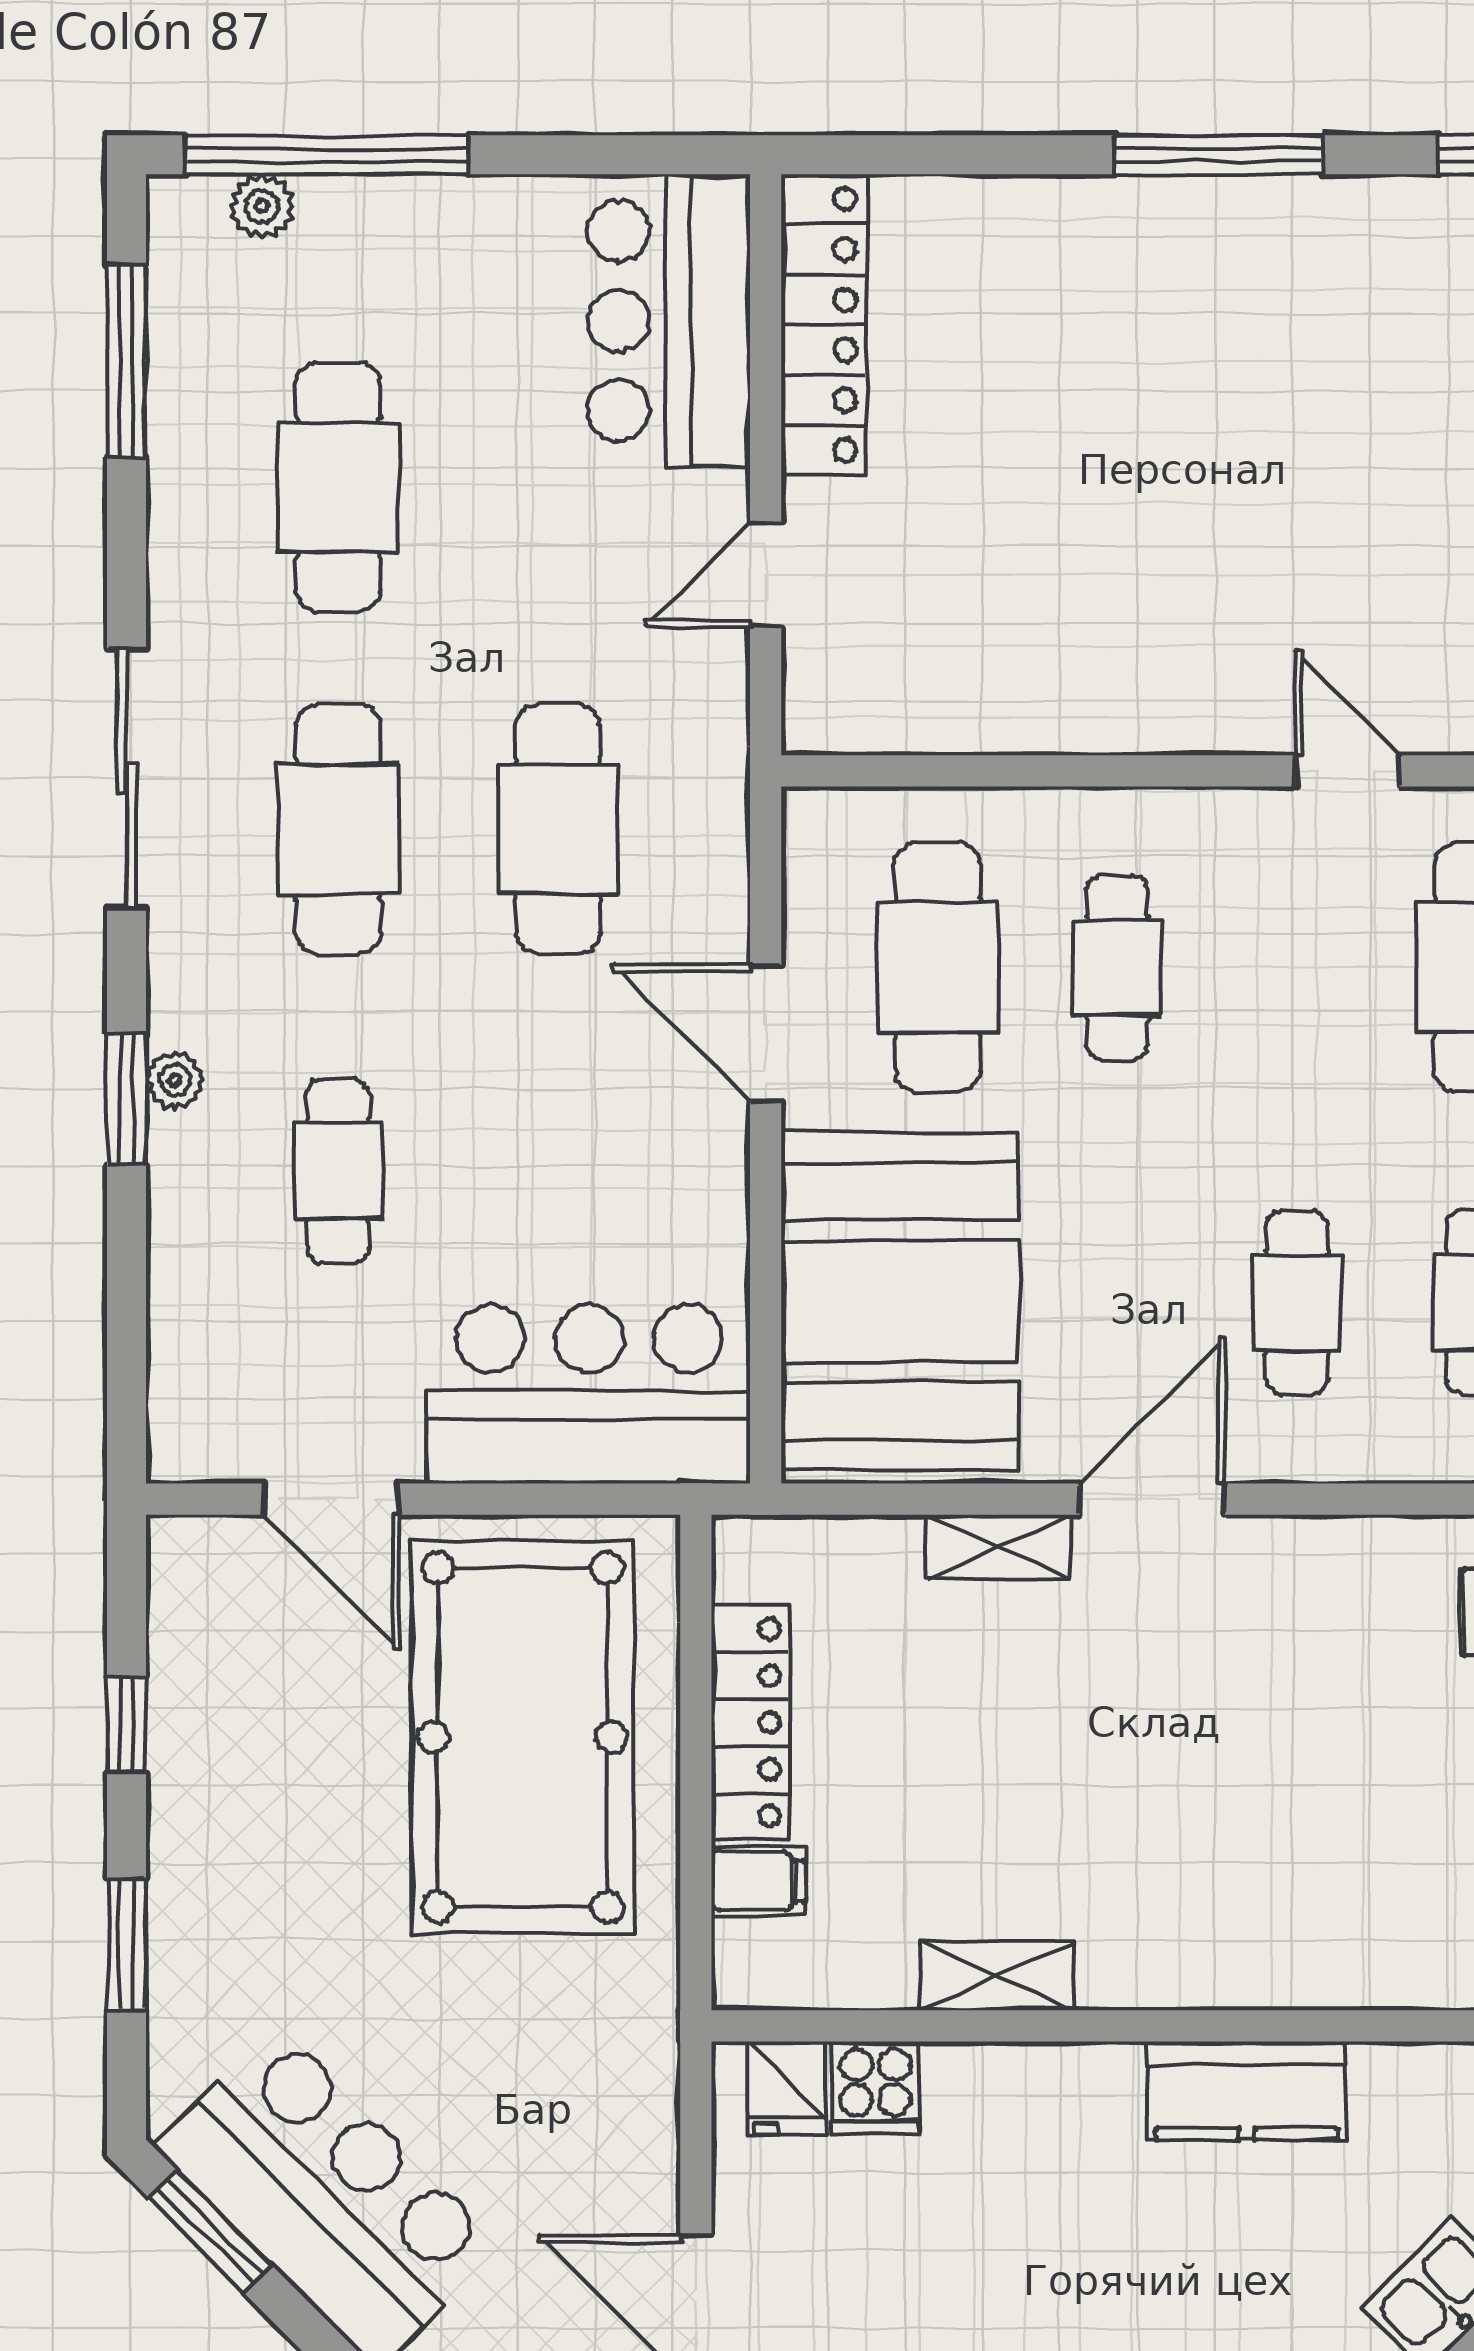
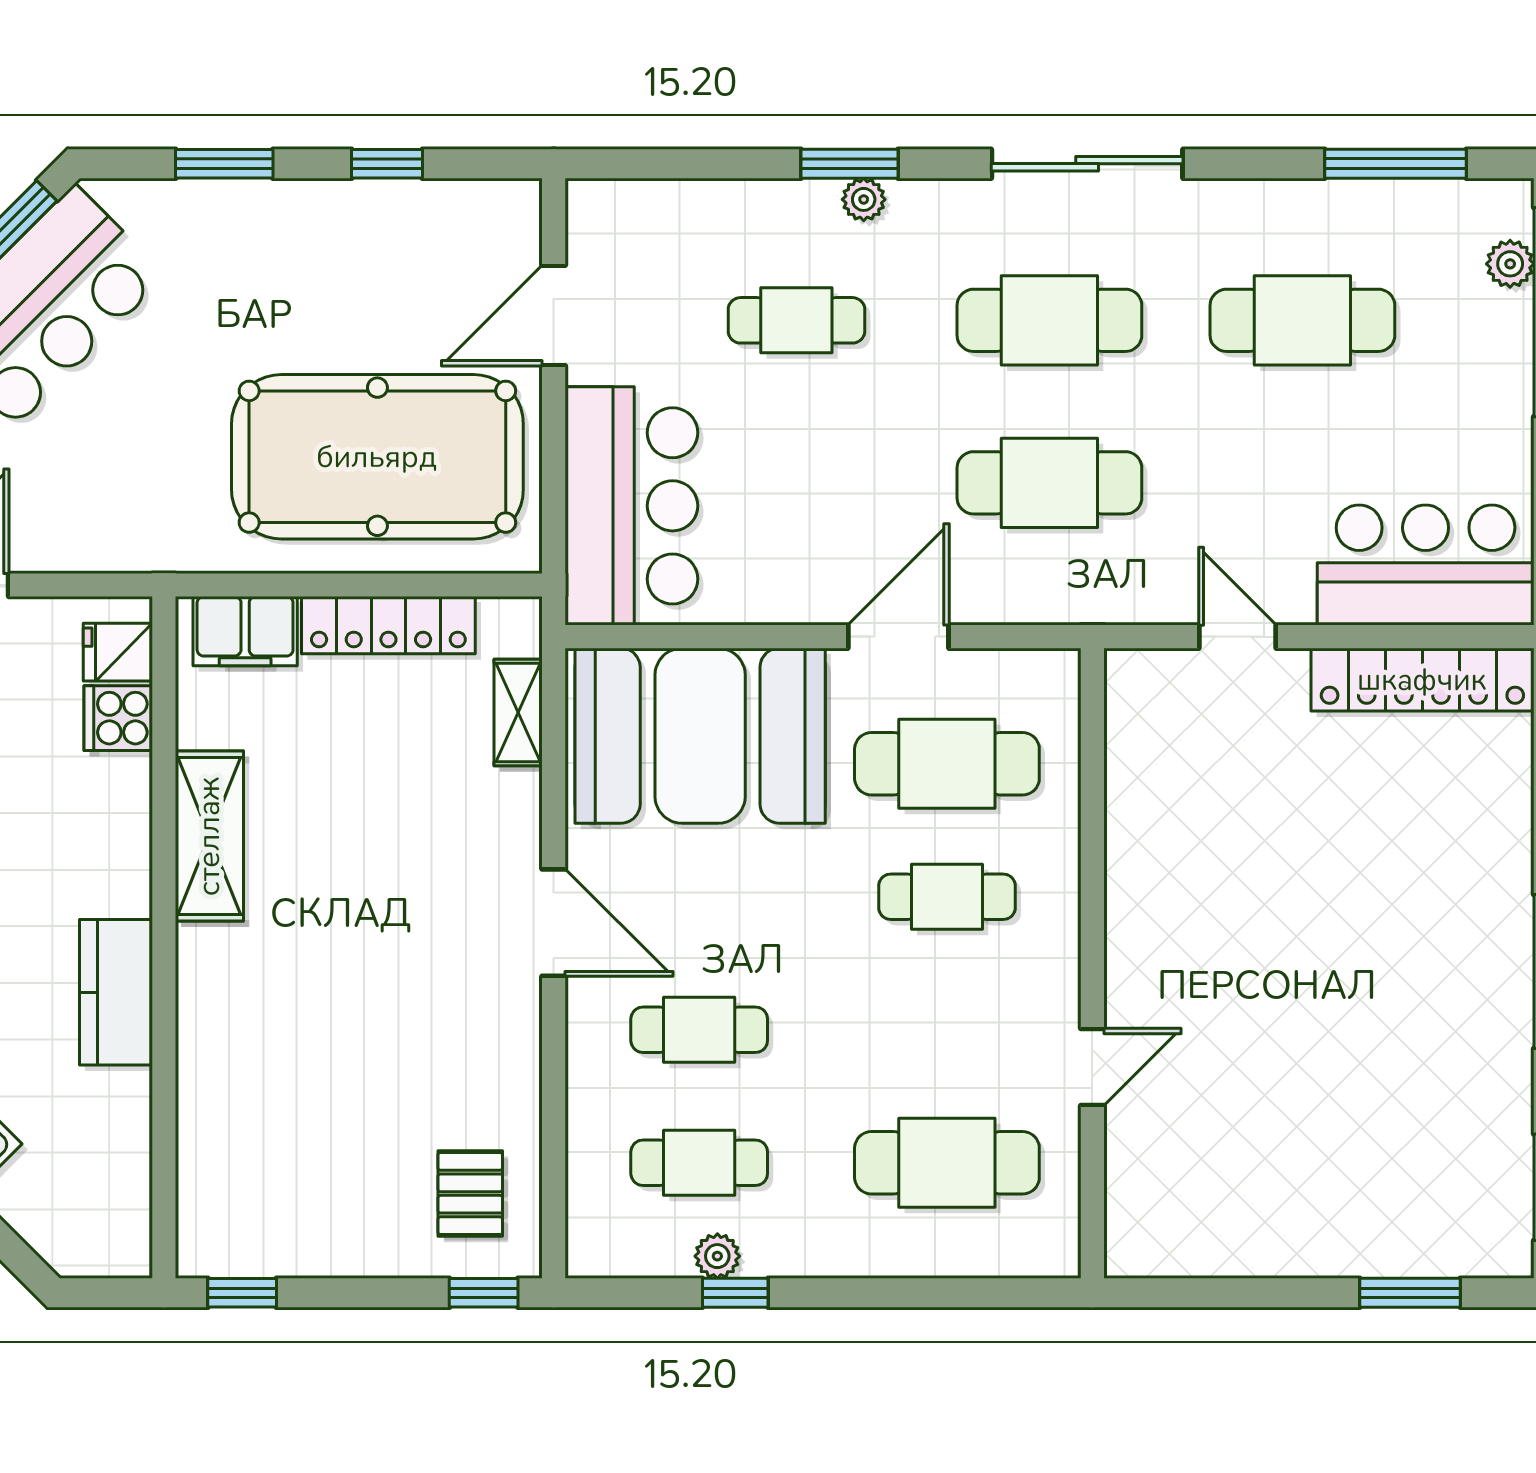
shelving: (998, 1547) -> (518, 713), moved
filing cabinet: (758, 1881) -> (245, 631), width x2.00
shelving: (997, 1976) -> (209, 836), width x1.50, depth x1.33

